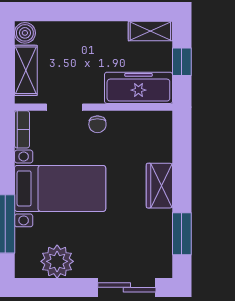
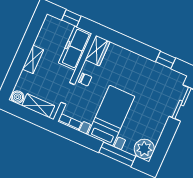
shelving: (150, 31) -> (33, 59), moved
wardrobe: (159, 186) -> (98, 51), moved, turned -90
window: (182, 234) -> (166, 60), width x0.67
plant: (57, 261) -> (144, 149), moved

